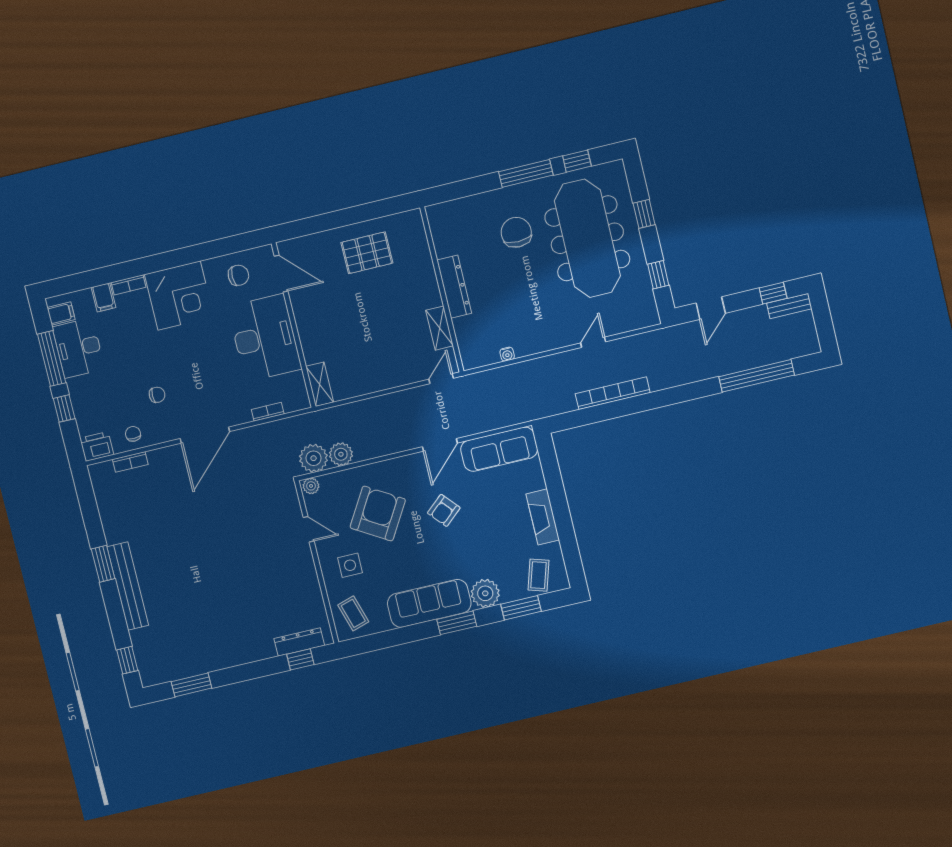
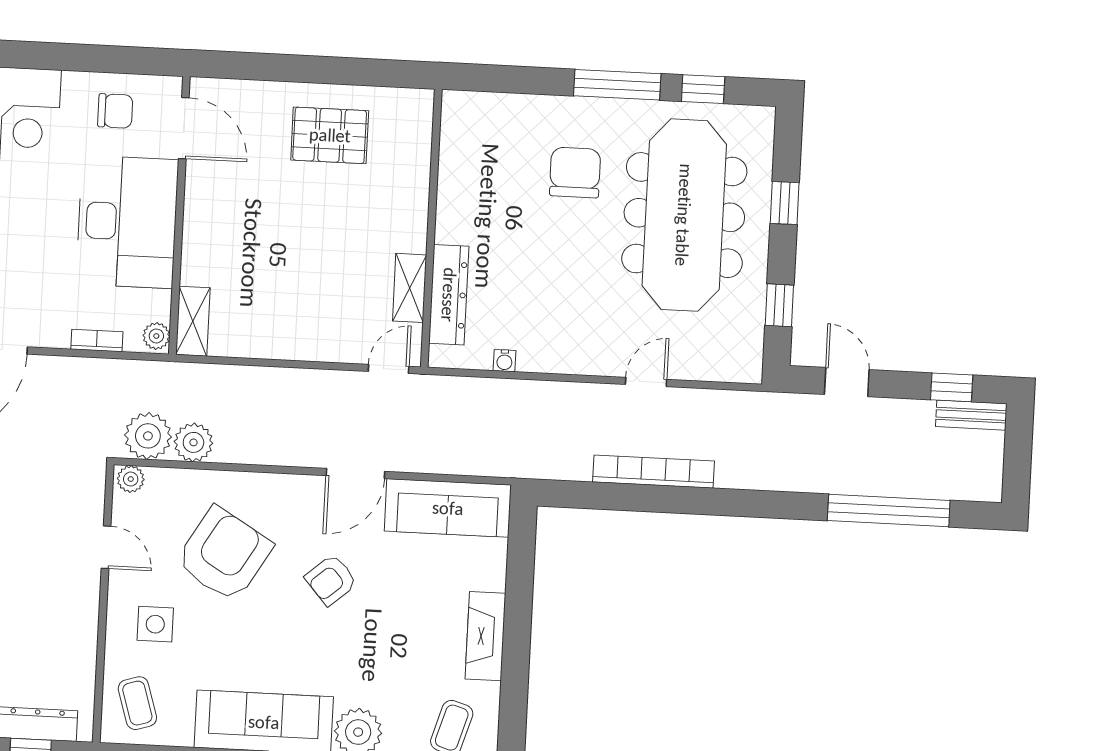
dresser: (454, 287) -> (449, 295), moved
door: (711, 308) -> (847, 382), swing flipped
plant: (301, 399) -> (156, 336), added

